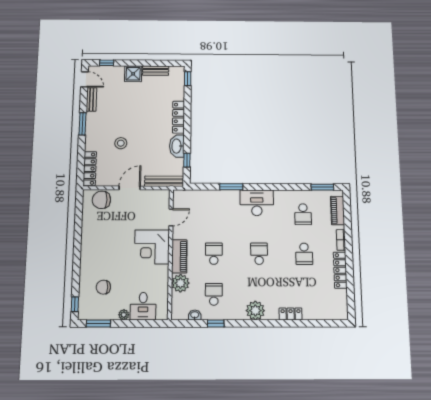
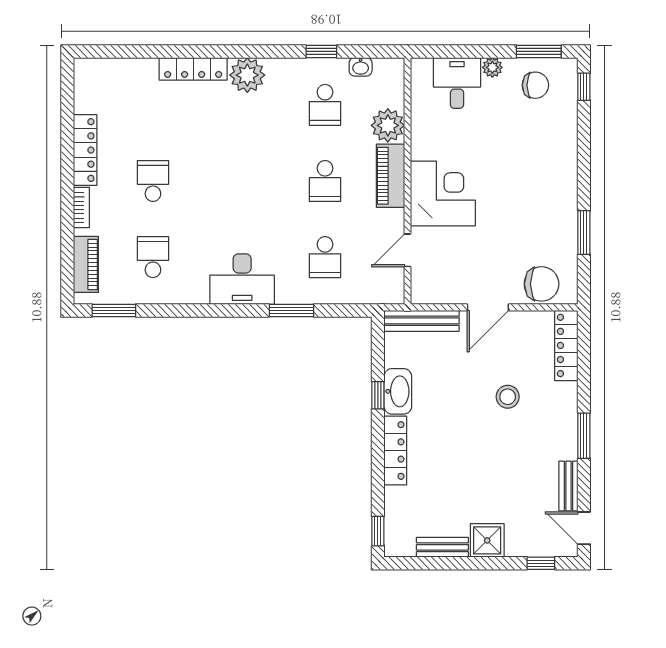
window: (187, 160) -> (378, 395), moved
window: (78, 226) -> (584, 233), added
school desk: (259, 254) -> (325, 257), moved
chair: (103, 287) -> (535, 85), moved
locker: (291, 314) -> (193, 69), width x1.53

